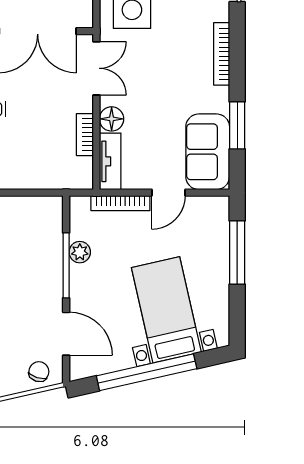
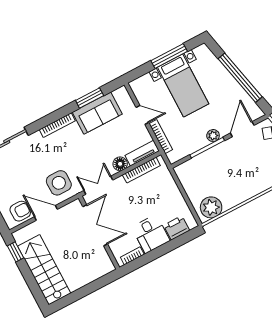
bookcase: (85, 135) -> (141, 170), width x1.56
sofa: (208, 152) -> (97, 113), moved
plant: (80, 252) -> (213, 136), moved
window: (237, 252) -> (169, 56), moved
bed with nightstands: (166, 310) -> (183, 86), moved, turned -77

